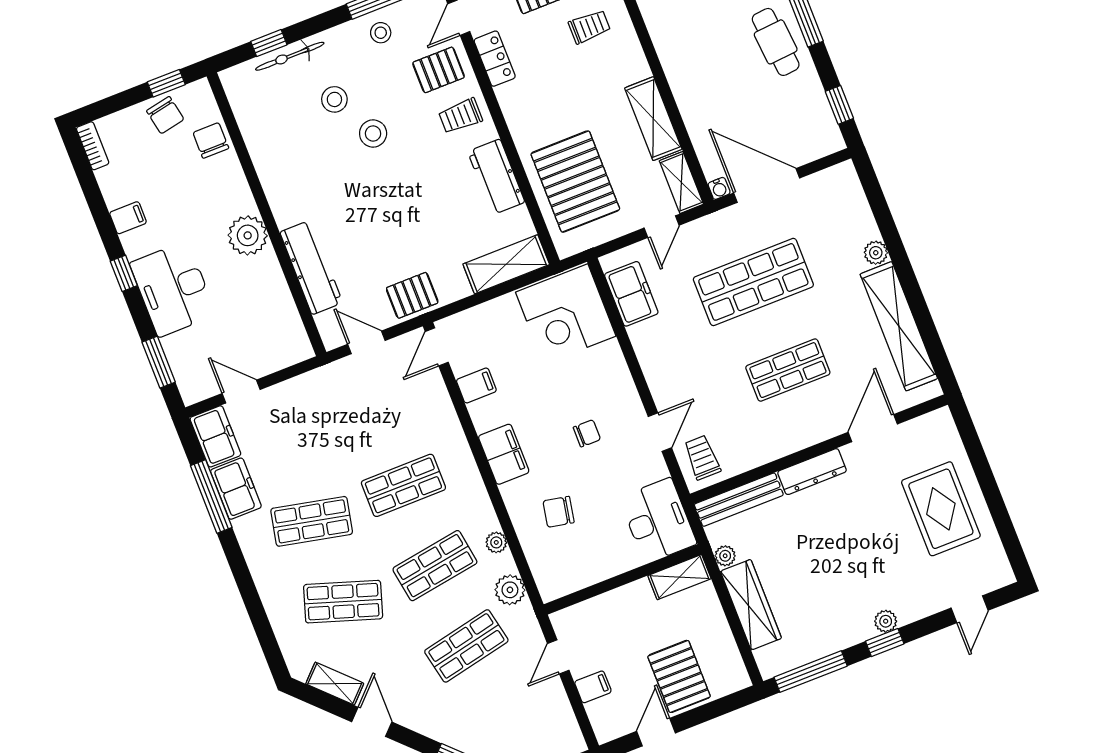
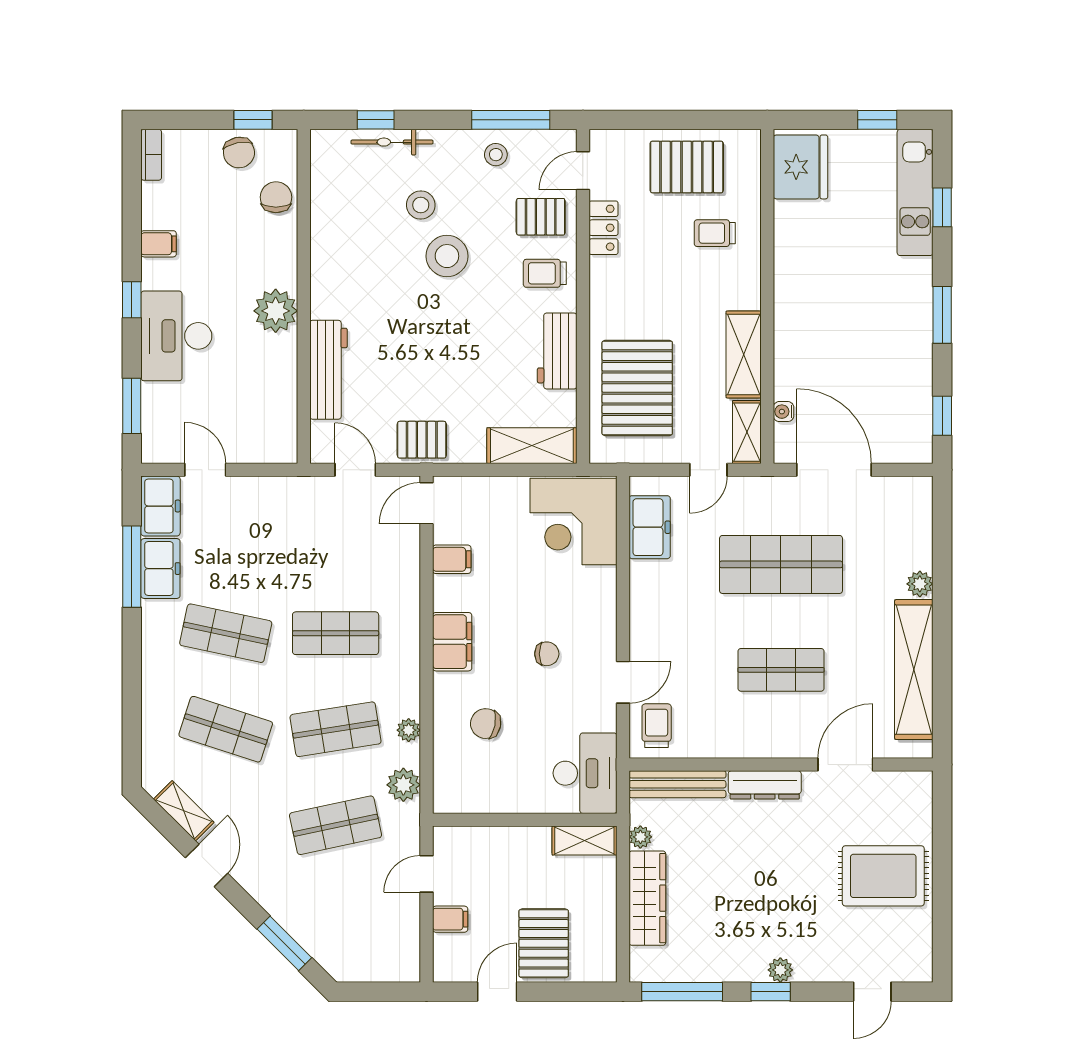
trolley: (589, 27) -> (715, 233), turned 180
cafe table: (776, 42) -> (902, 325), removed
stool: (373, 133) -> (447, 256), width x1.38, depth x1.38
water cooler: (719, 188) -> (783, 412), moved, turned 90
rug: (941, 509) -> (883, 876), turned 90

